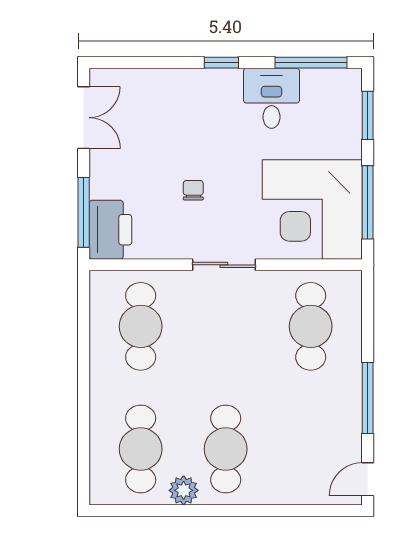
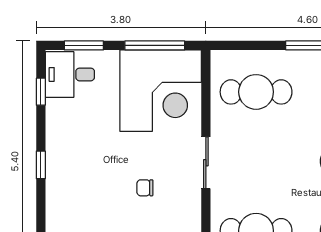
window: (311, 63) -> (41, 92), width x0.46
desk: (271, 98) -> (70, 74), moved

